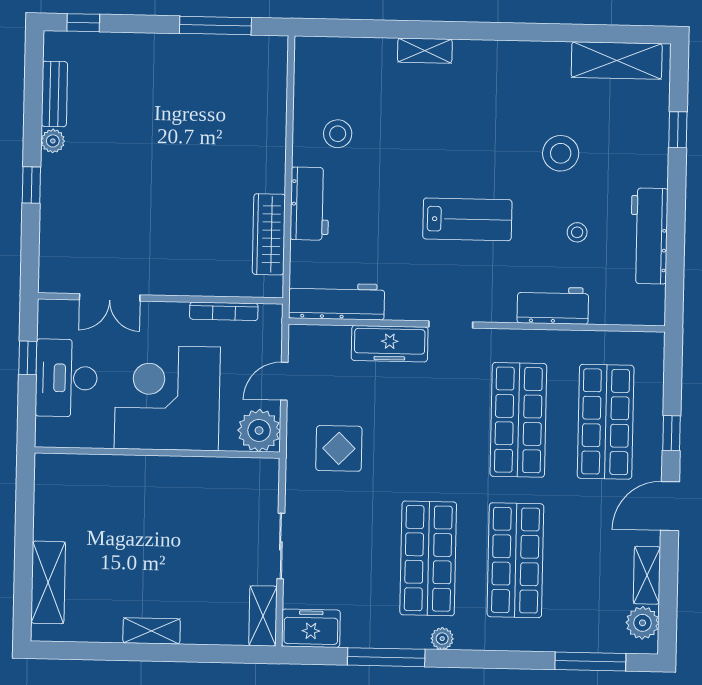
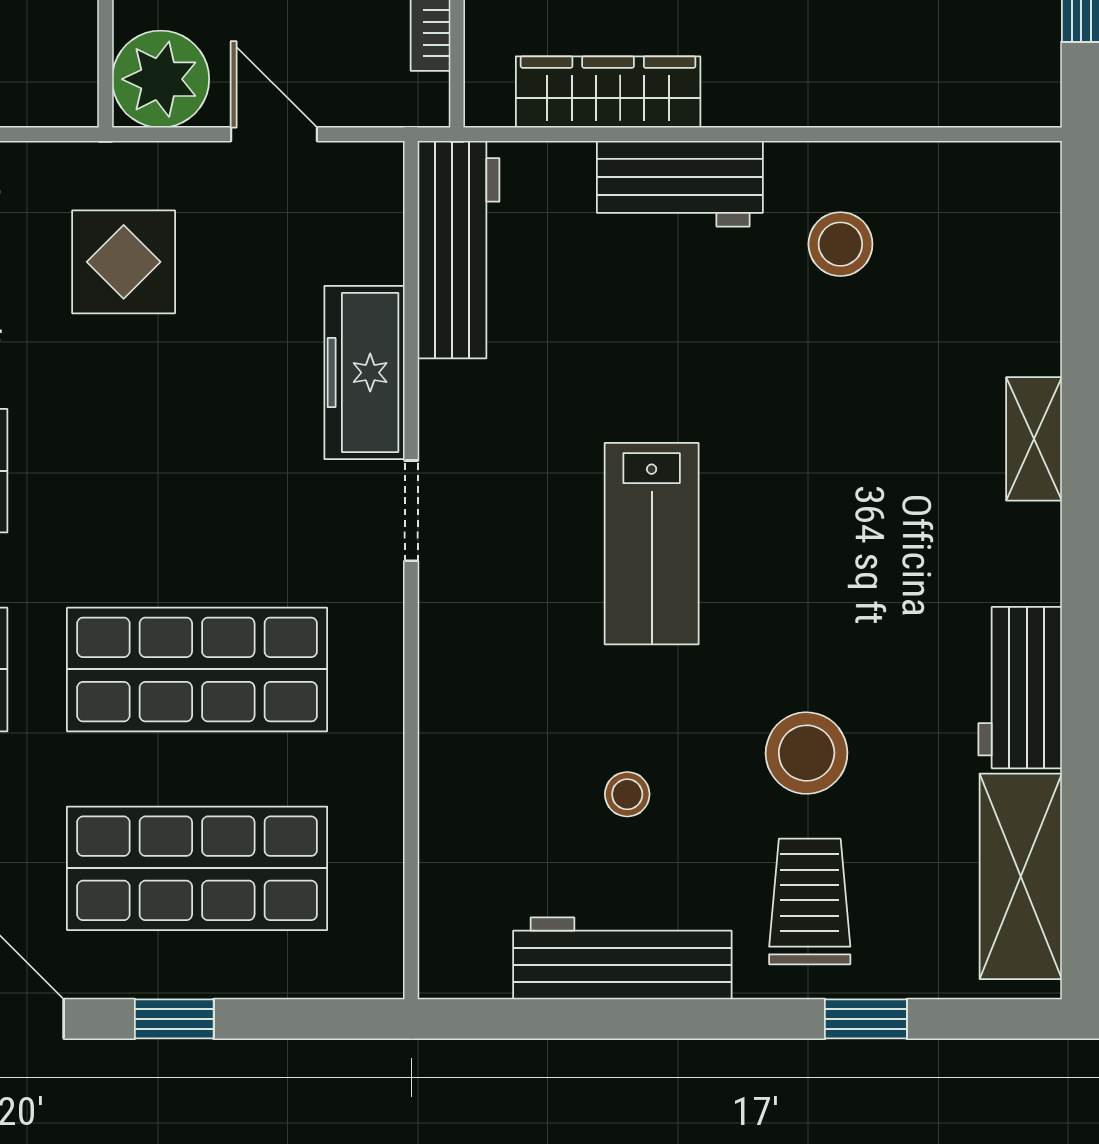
trolley: (626, 153) -> (810, 901), added
workbench: (553, 305) -> (1020, 688), moved, turned 180

